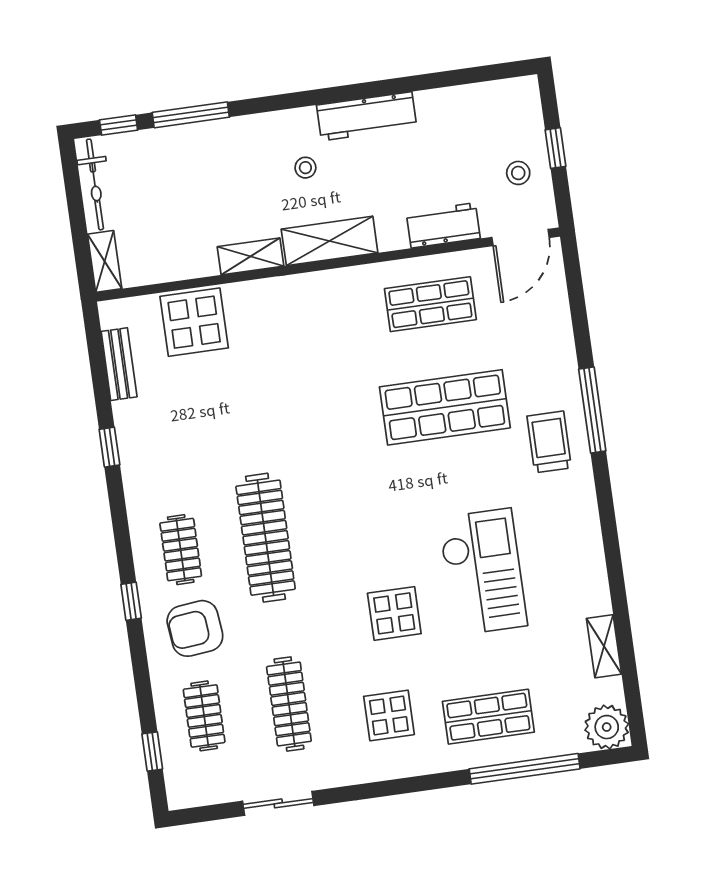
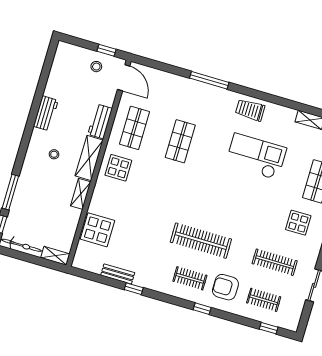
workbench: (367, 116) -> (46, 113), width x0.73
window: (555, 148) -> (106, 50), moved
workbench: (443, 225) -> (100, 121), moved
bench: (119, 364) -> (118, 274), moved
shop shelf: (445, 407) -> (180, 141), width x0.70, depth x0.74
trolley: (549, 442) -> (250, 110), moved
display table: (394, 613) -> (118, 168), moved
armchair: (195, 628) -> (225, 287), turned 96

